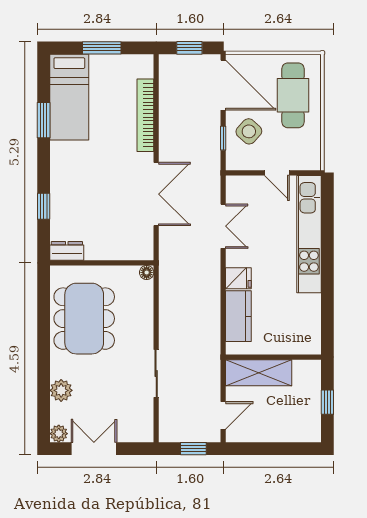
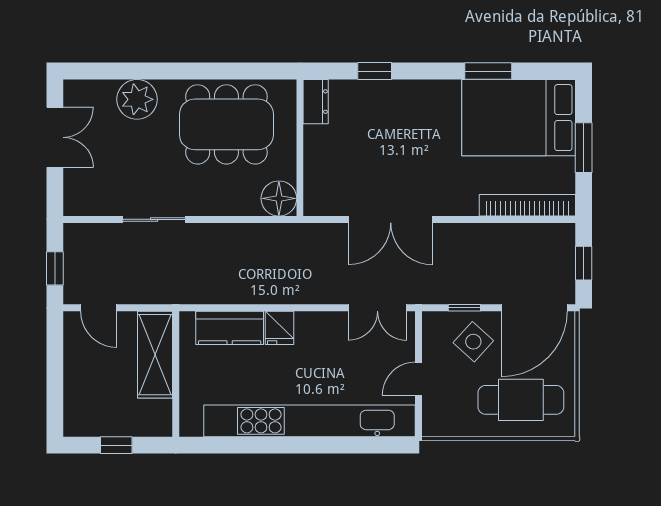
bed: (69, 97) -> (519, 118), width x1.50
bookcase: (145, 115) -> (527, 205), moved
double door: (223, 226) -> (377, 308), moved
kitchen unit: (309, 234) -> (310, 421), width x1.36
floor lamp: (147, 272) -> (279, 198), width x1.89, depth x1.89
plant: (61, 390) -> (137, 99), width x1.36, depth x1.36
plant: (59, 434) -> (75, 91), removed

